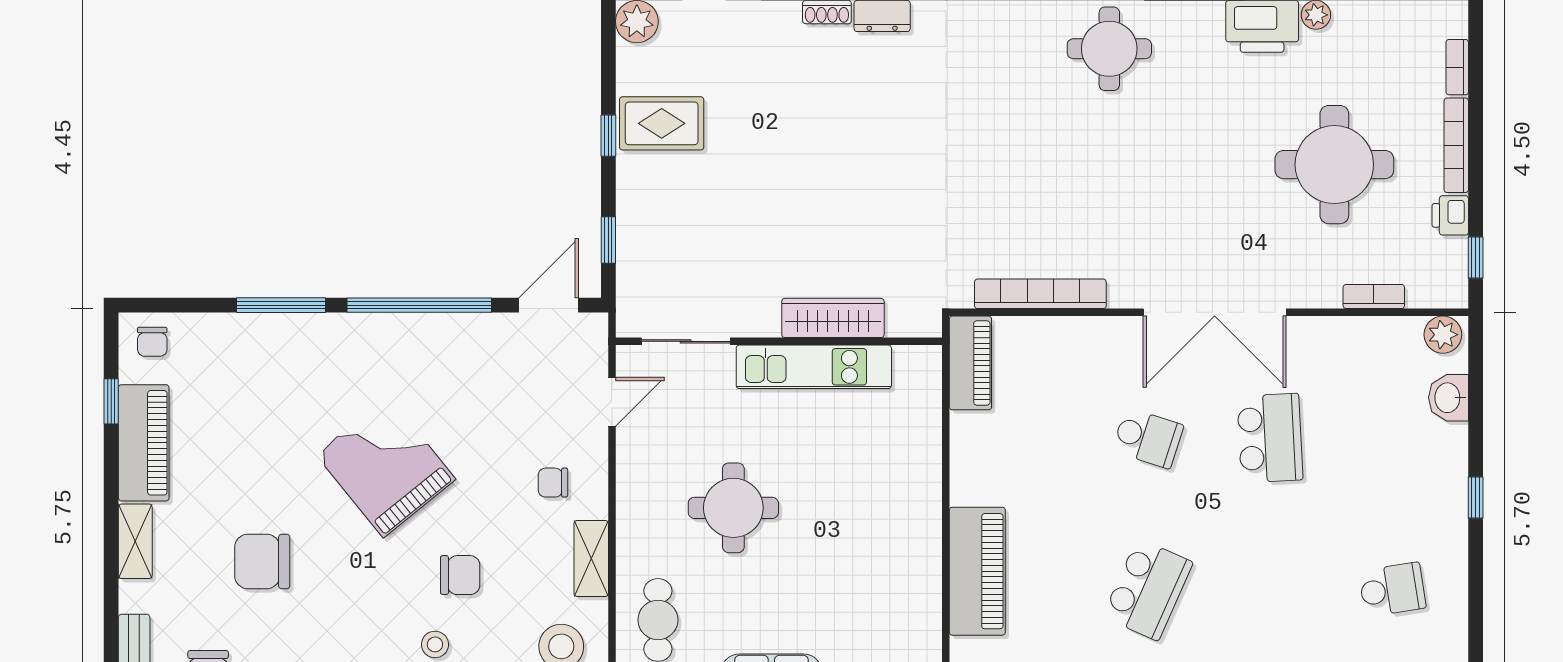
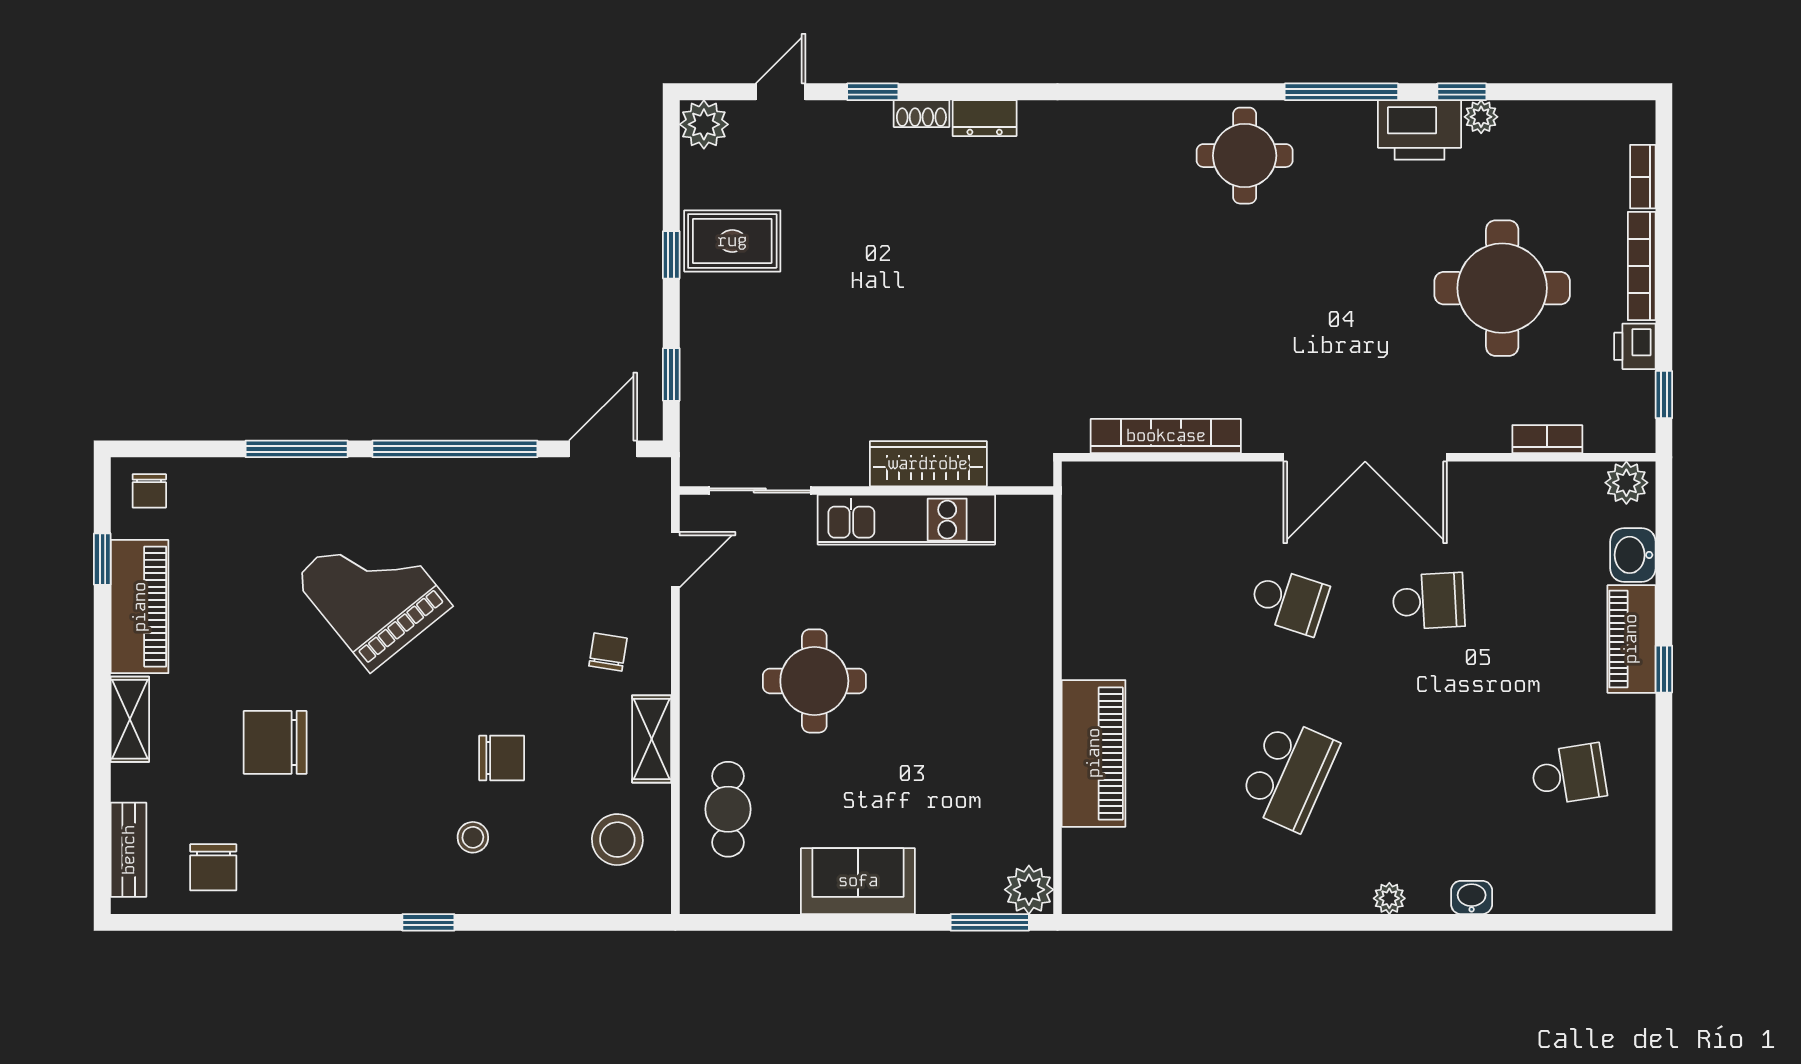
piano: (970, 363) -> (1631, 639), moved, turned 180
school desk: (1270, 438) -> (1429, 601), width x0.54
grand piano: (386, 467) -> (373, 592), moved
chair: (553, 483) -> (608, 652), turned 99

